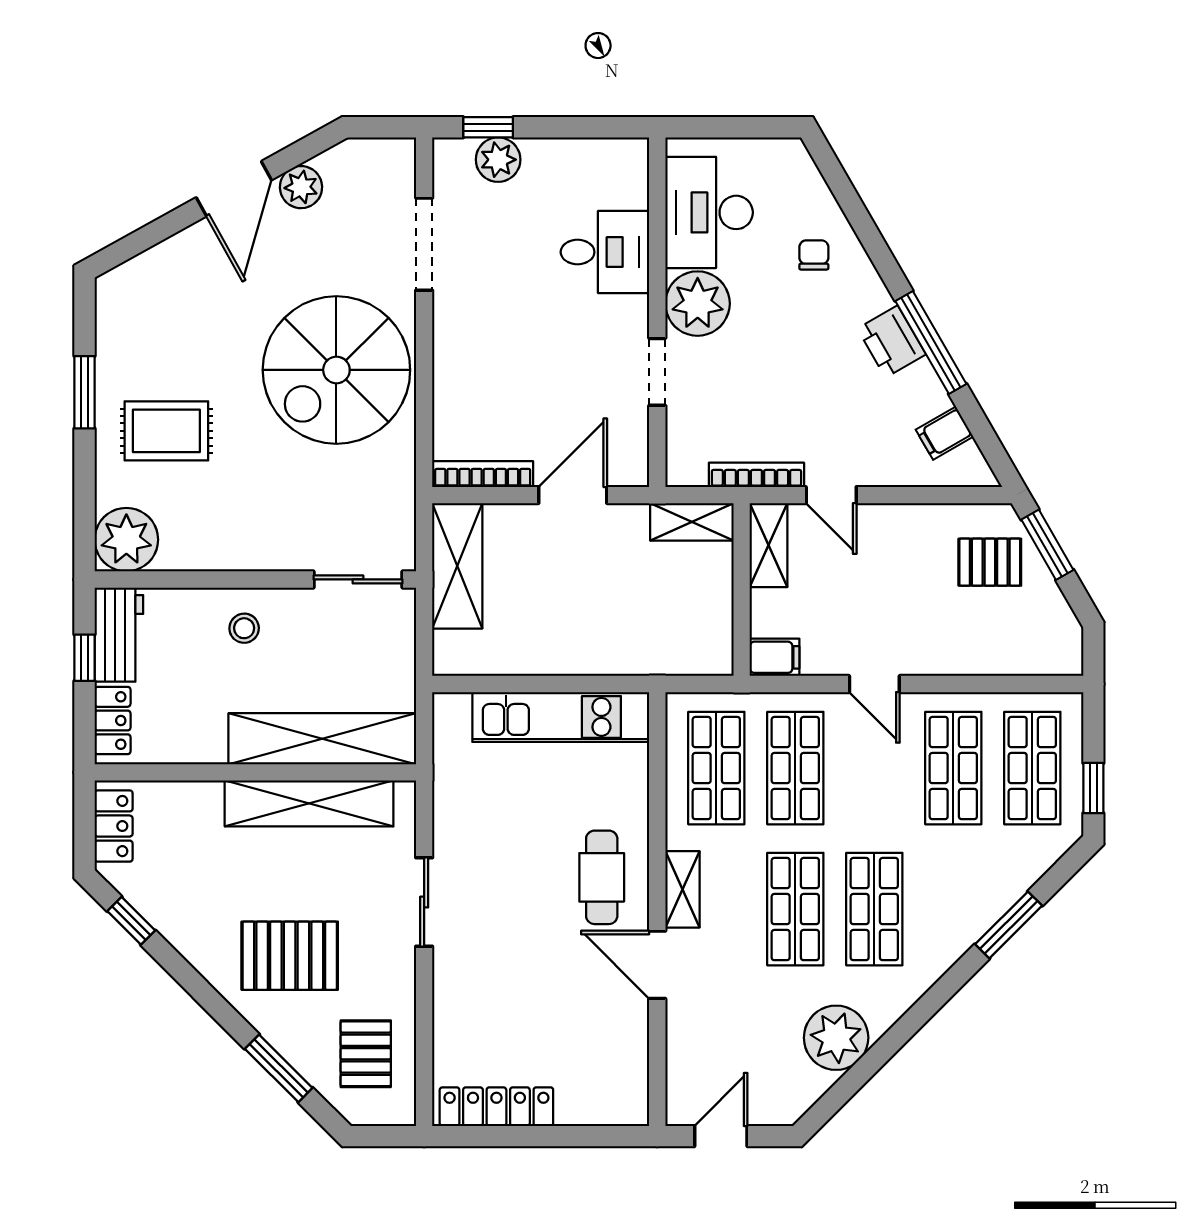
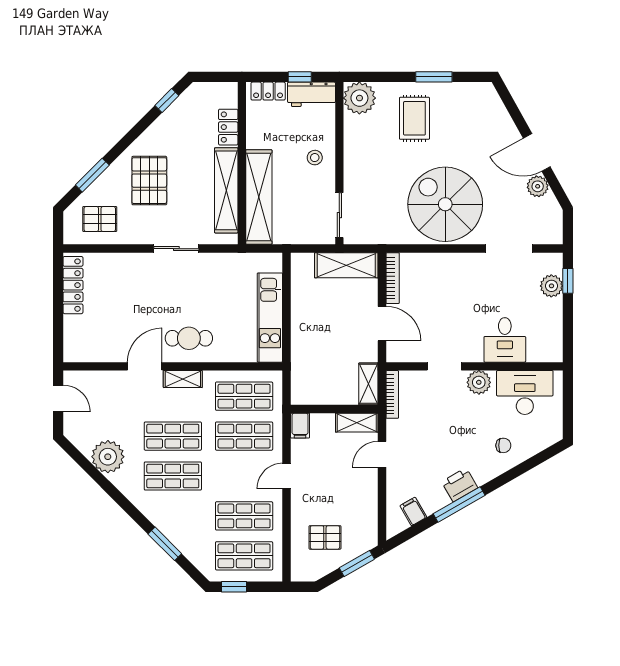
plant: (698, 304) -> (479, 382), width x0.73, depth x0.73
bookcase: (756, 475) -> (392, 394), moved
pallet: (990, 562) -> (325, 537), moved, turned 90
locker: (114, 826) -> (228, 127), moved, turned 90

